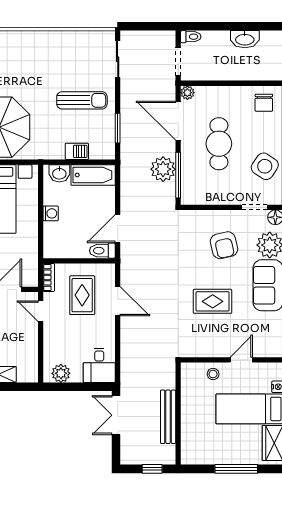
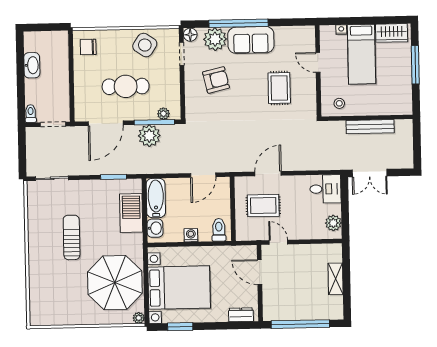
plant: (187, 93) -> (163, 114), moved
sun lounger: (82, 100) -> (72, 237), moved
chair: (264, 103) -> (88, 47), turned 180
barbecue: (77, 151) -> (131, 213), width x1.88, depth x1.53
door: (118, 229) -> (203, 175), hinge flipped
toilet: (102, 251) -> (219, 230), moved, turned 180
bookcase: (49, 278) -> (248, 236), removed
rug: (213, 301) -> (279, 88), moved
door: (41, 311) -> (278, 242), swing flipped
stool: (213, 374) -> (339, 103), moved
window: (152, 469) -> (417, 140), removed

